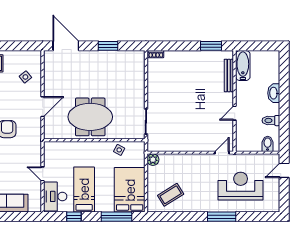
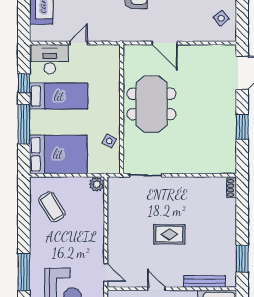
side table: (25, 77) -> (221, 18), moved
rug: (192, 103) -> (169, 234), added
window: (116, 217) -> (24, 124), moved

